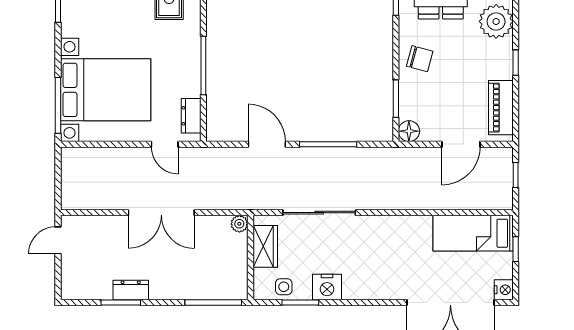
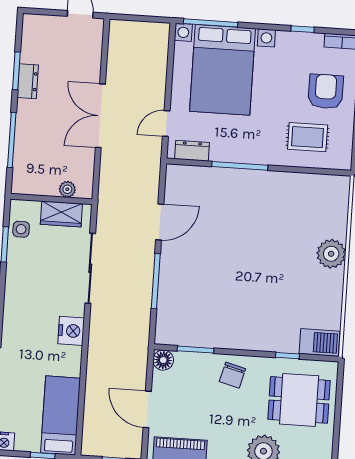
plant: (239, 224) -> (67, 189), moved
nightstand: (327, 287) -> (71, 331), moved, turned 180
window: (213, 303) -> (12, 140), moved

